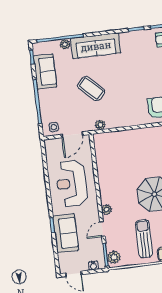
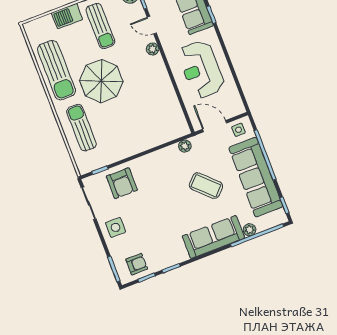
sofa: (45, 72) -> (256, 177), width x1.85, depth x1.27
door: (72, 135) -> (215, 126), hinge flipped
reception desk: (72, 183) -> (201, 69), turned 180
door: (102, 229) -> (152, 25), swing flipped

